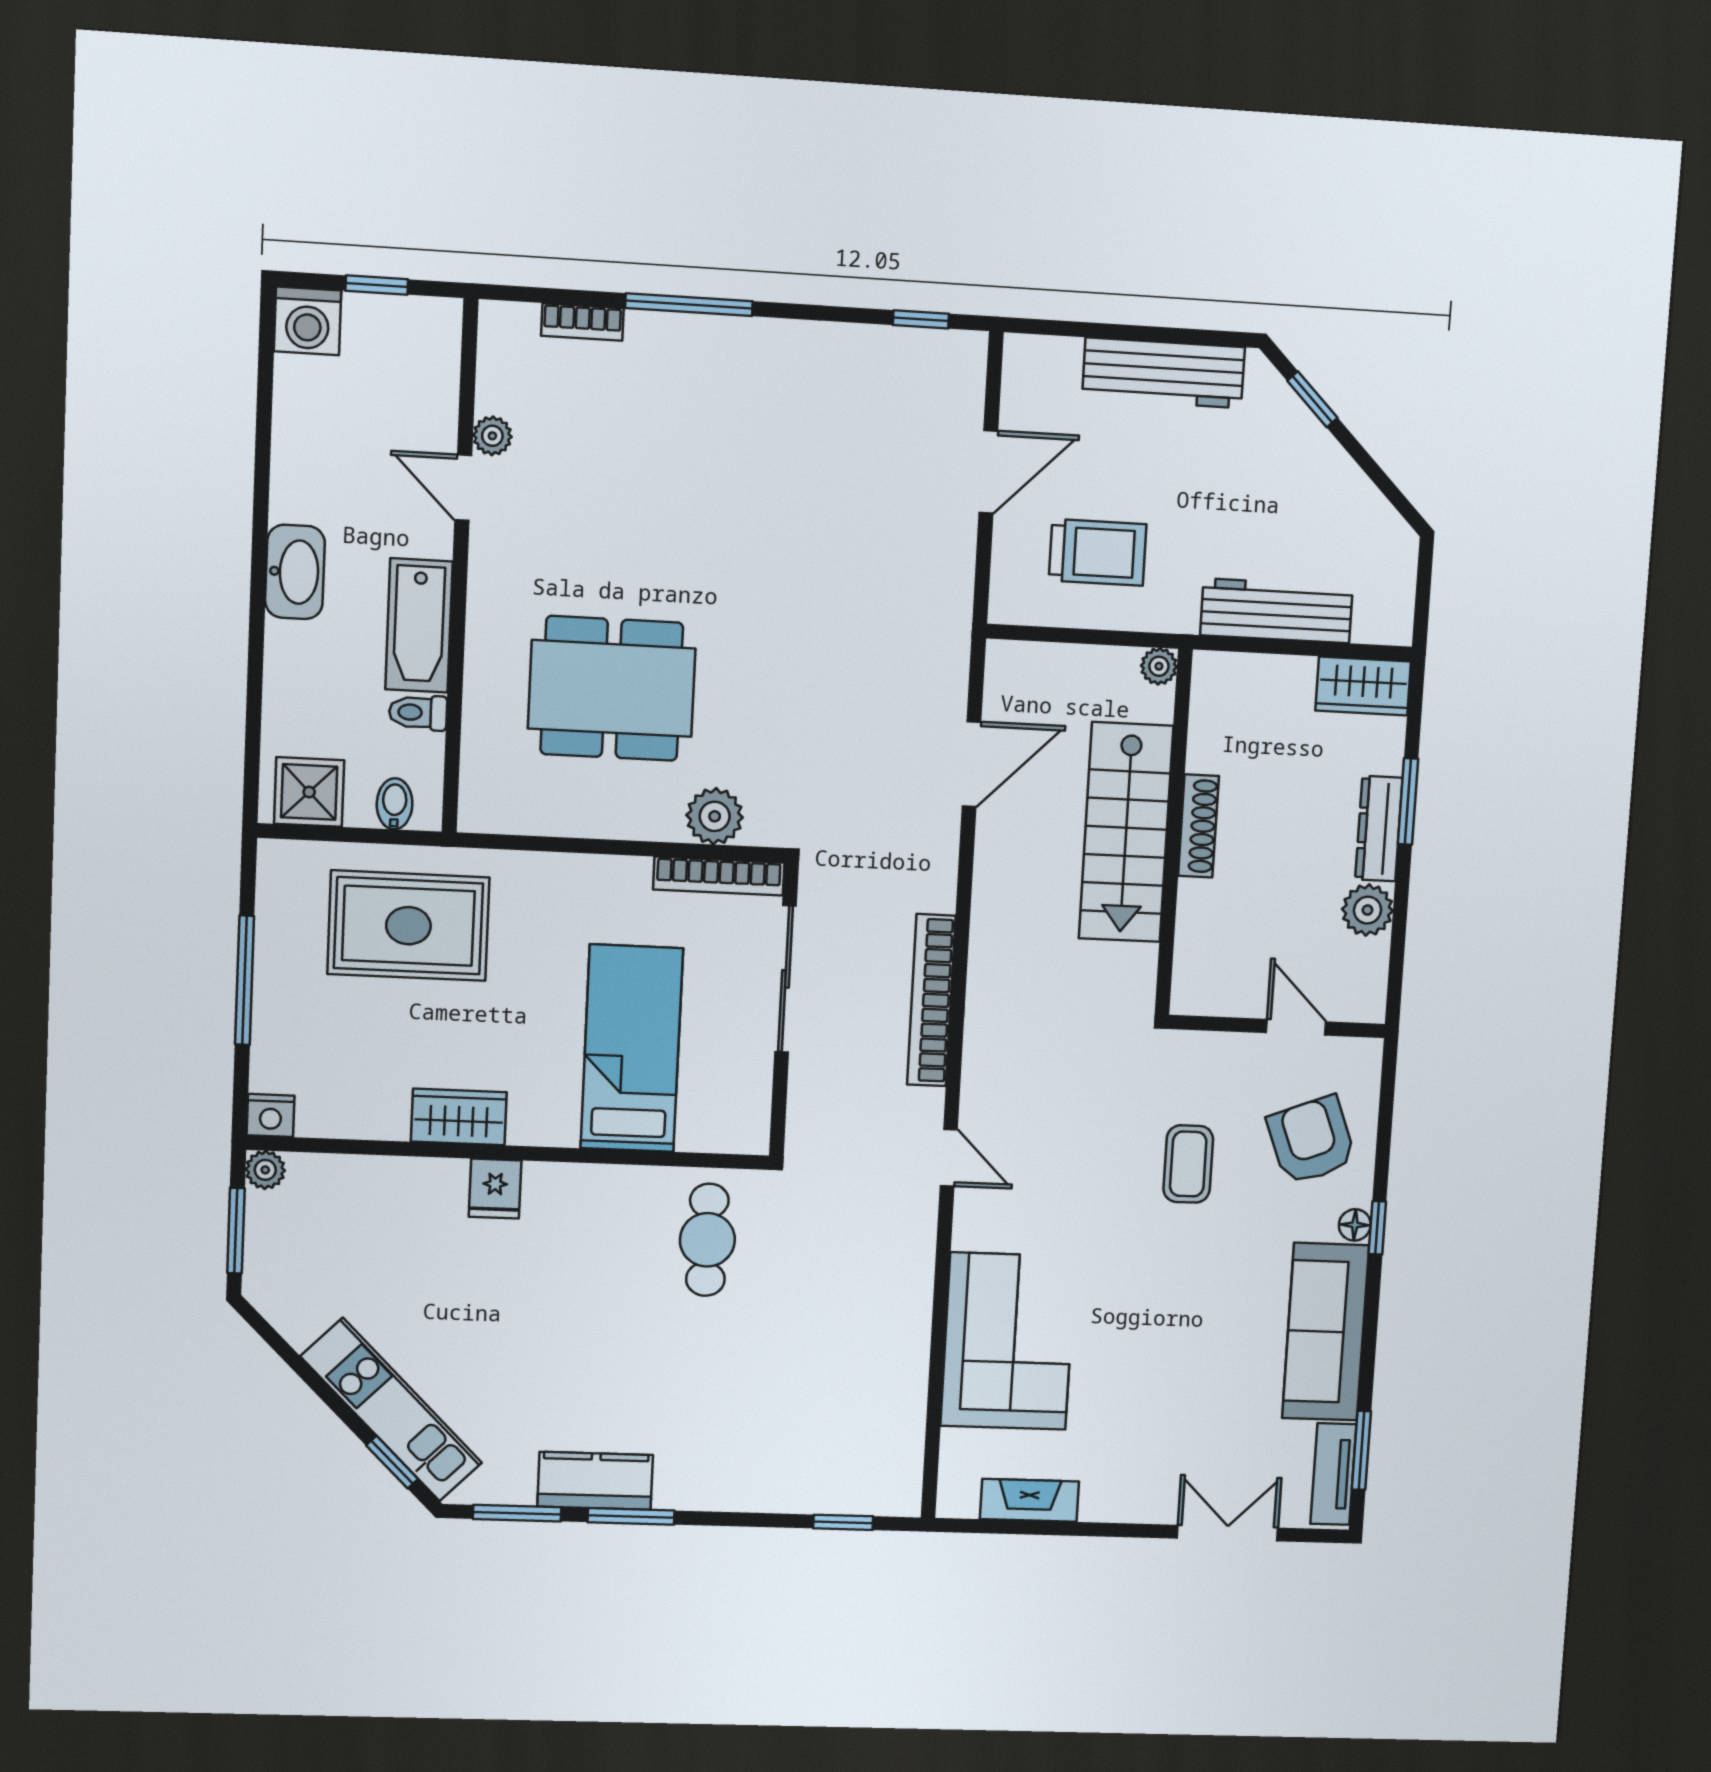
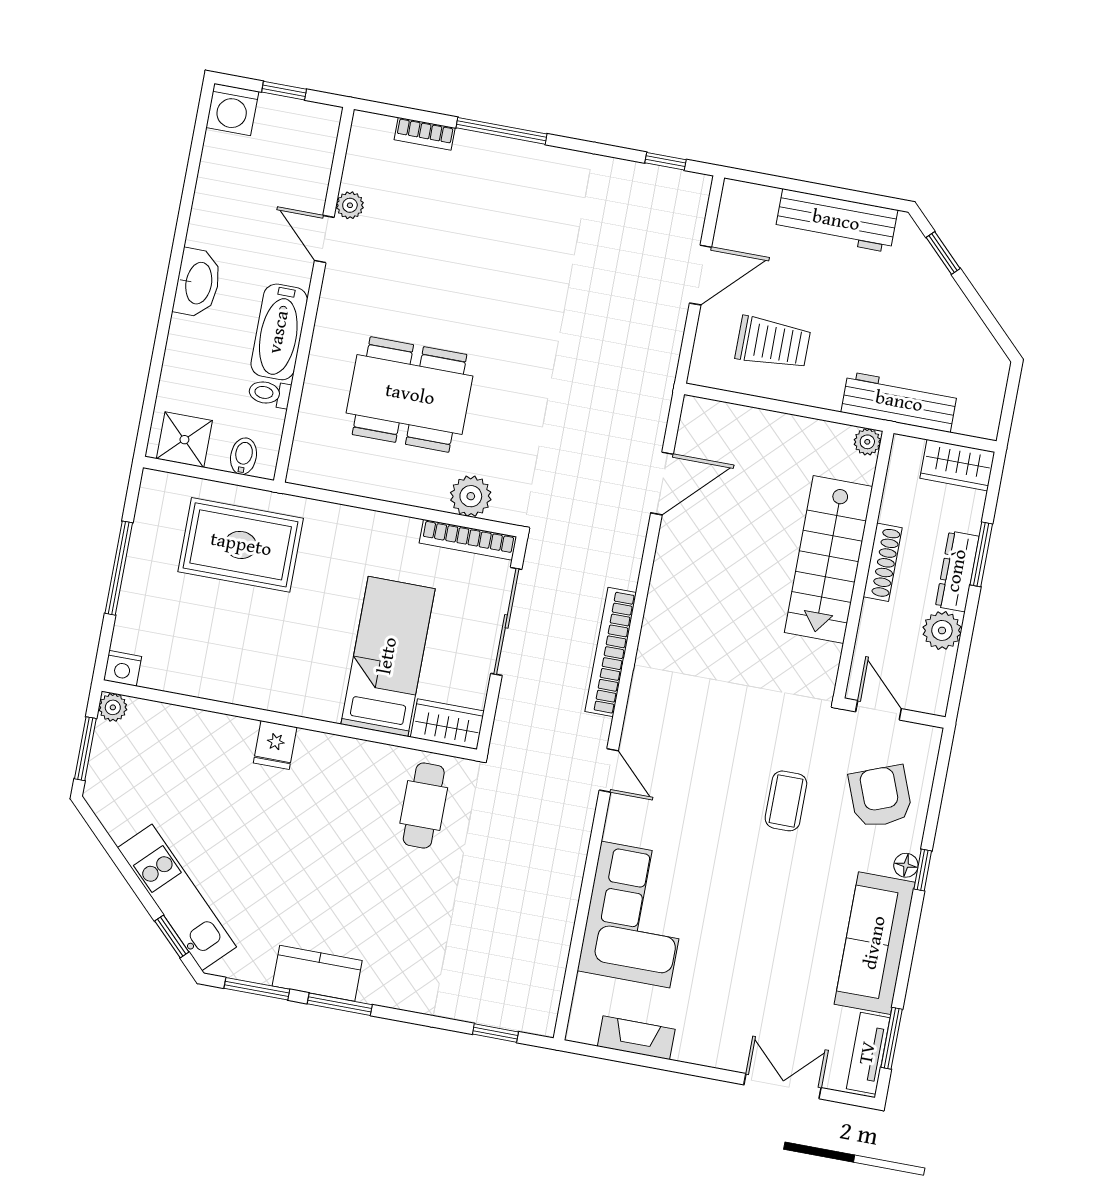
plant: (1159, 666) -> (867, 442), moved
shoe rack: (1198, 826) -> (883, 562), moved
stairs: (1126, 832) -> (829, 560), moved
wall: (1174, 833) -> (864, 565), moved
wardrobe: (459, 1117) -> (447, 724), moved

